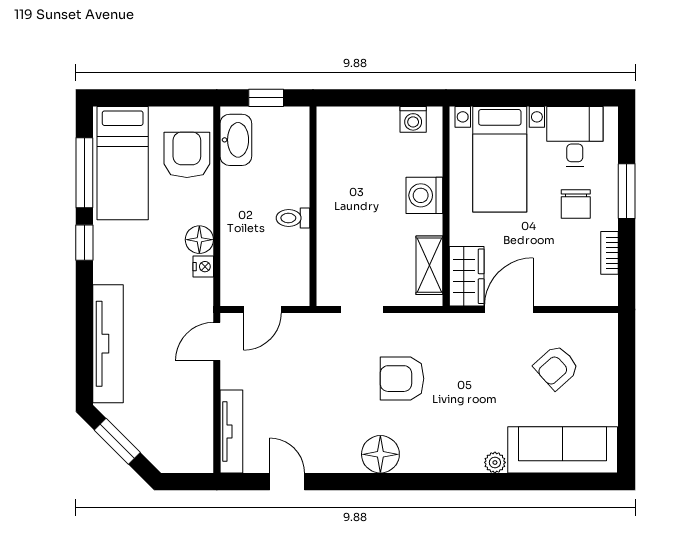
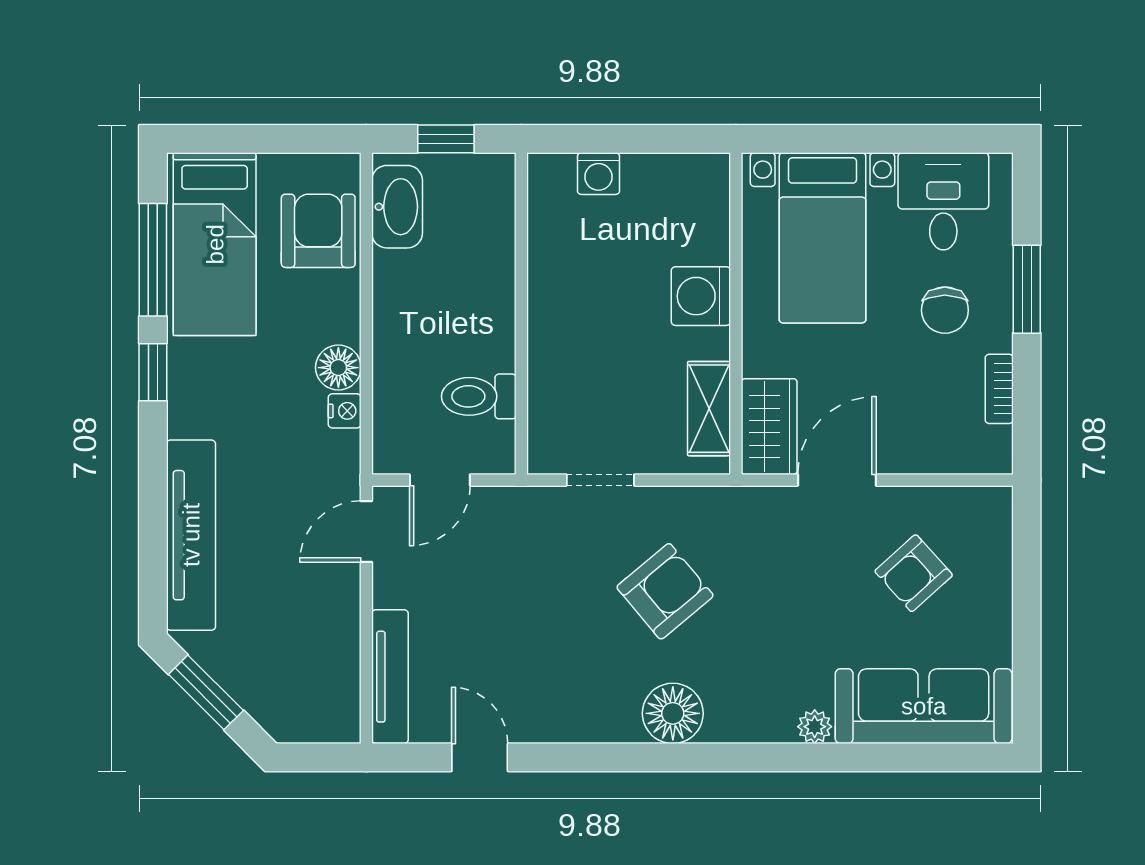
washing machine: (413, 119) -> (598, 174), moved
toilet: (293, 218) -> (479, 396), moved, width x1.37, depth x1.39
armchair: (402, 379) -> (665, 591), turned 140
floor lamp: (380, 454) -> (673, 713), moved

